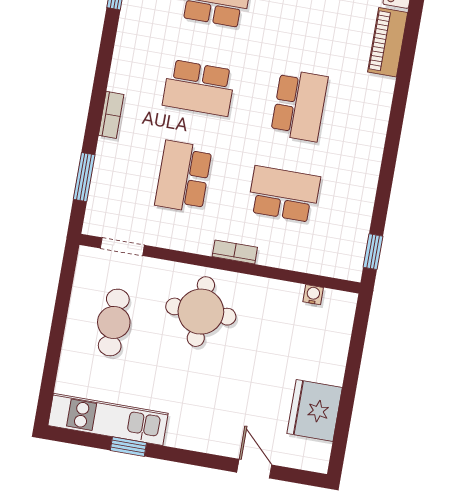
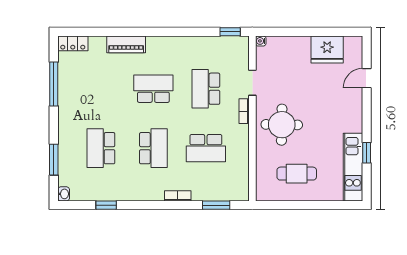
piano: (388, 42) -> (126, 44), moved
doorway: (122, 247) -> (252, 83), moved
water cooler: (313, 295) -> (261, 41), moved

